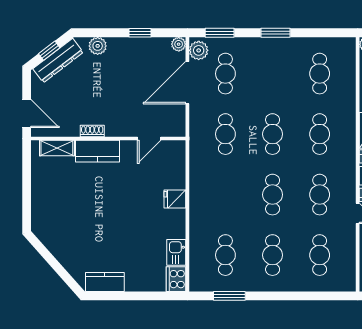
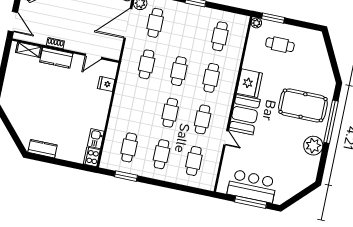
fridge: (175, 199) -> (106, 84), moved

